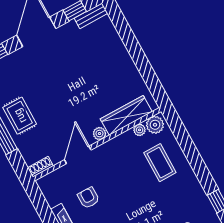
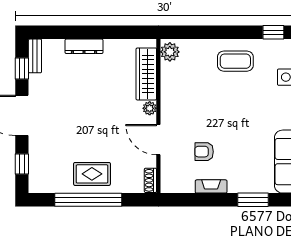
dresser: (121, 52) -> (84, 46), added
plant: (140, 130) -> (167, 69), removed
coffee table: (160, 163) -> (235, 61), moved

